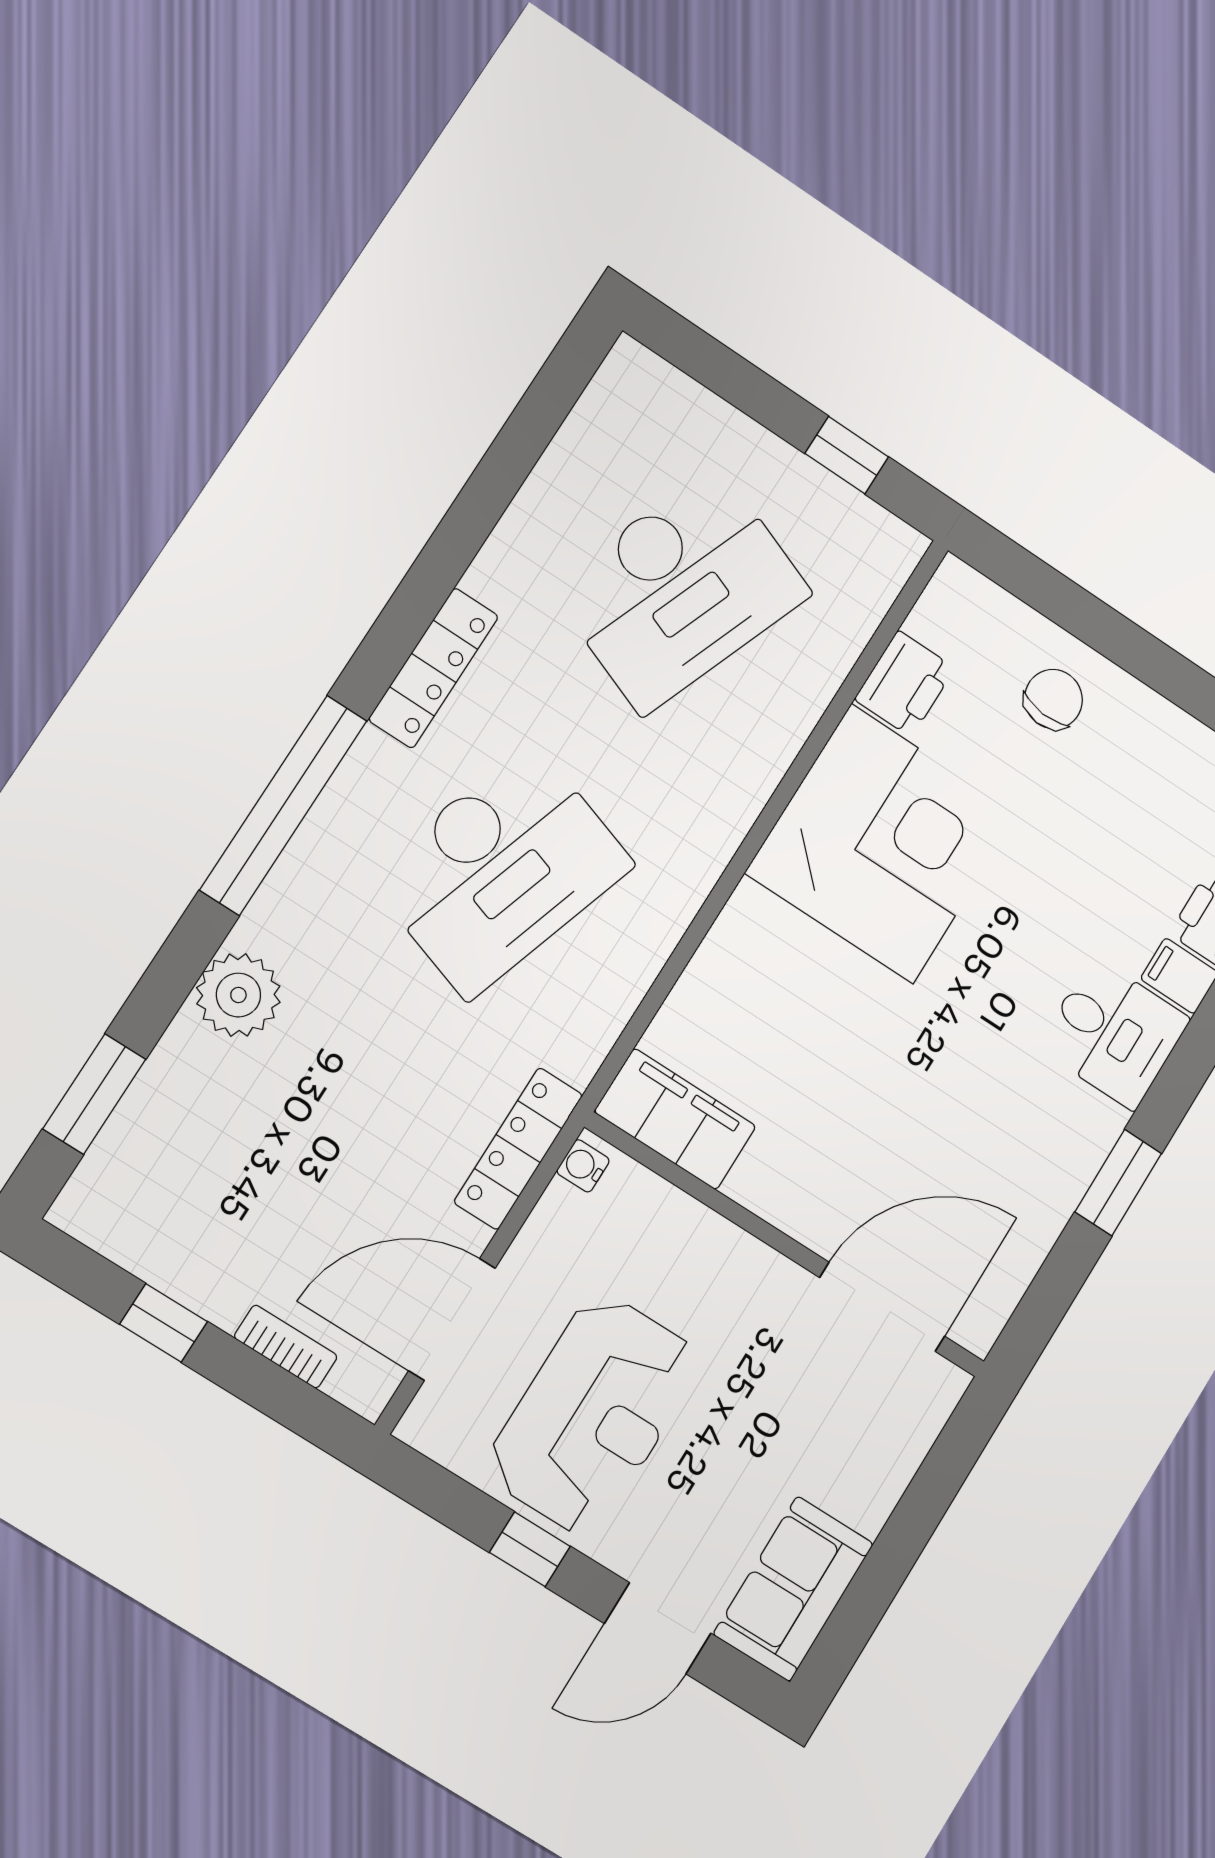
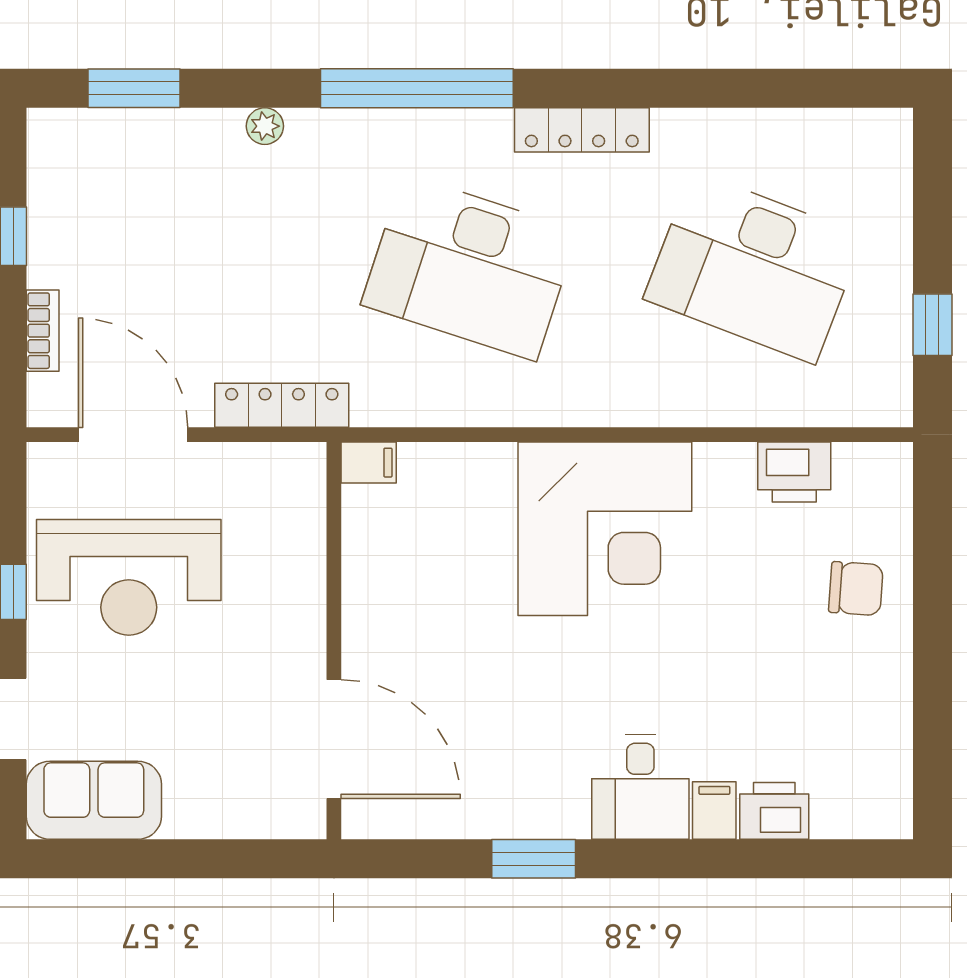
corner desk: (882, 844) -> (605, 529), moved
plant: (238, 995) -> (265, 126), width x0.53, depth x0.53
filing cabinet: (675, 1119) -> (369, 463), width x0.33, depth x0.86
water cooler: (583, 1166) -> (299, 459), removed

